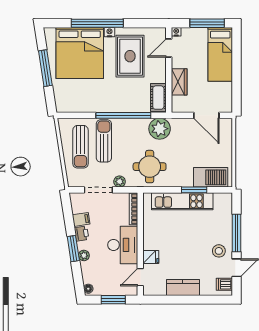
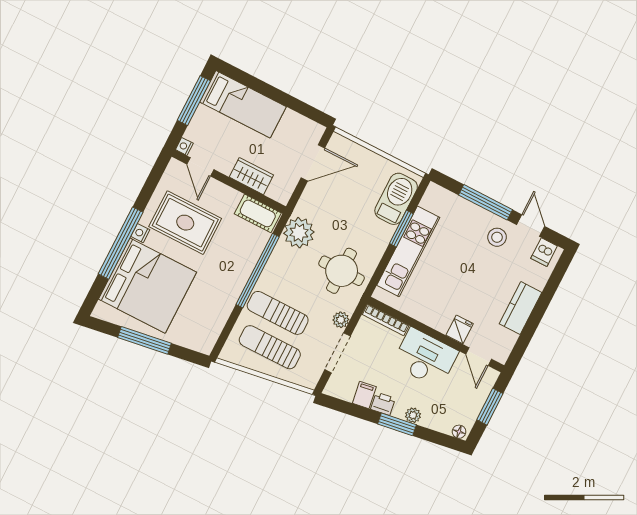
sun lounger: (80, 147) -> (270, 347), turned 180

